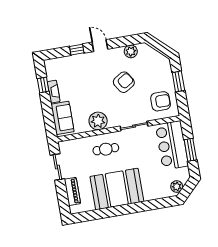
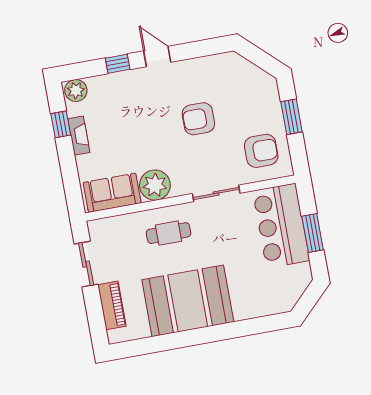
plant: (131, 51) -> (76, 90), moved
armchair: (124, 82) -> (198, 119), turned -148
sofa: (63, 118) -> (112, 193), moved, turned -90
plant: (177, 186) -> (290, 296), removed

